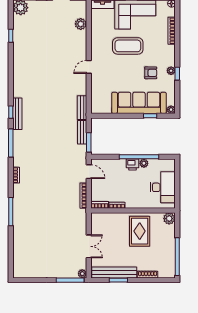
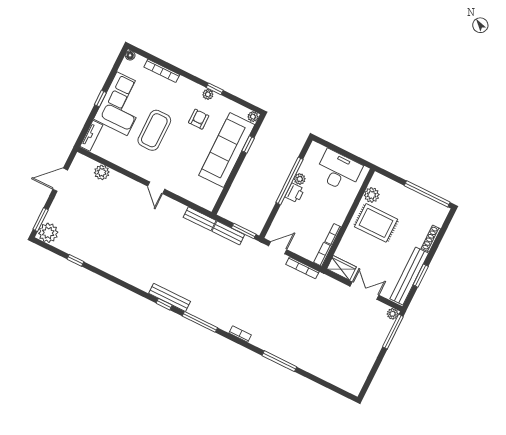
plant: (169, 219) -> (372, 195), moved
wardrobe: (97, 223) -> (341, 268), added

